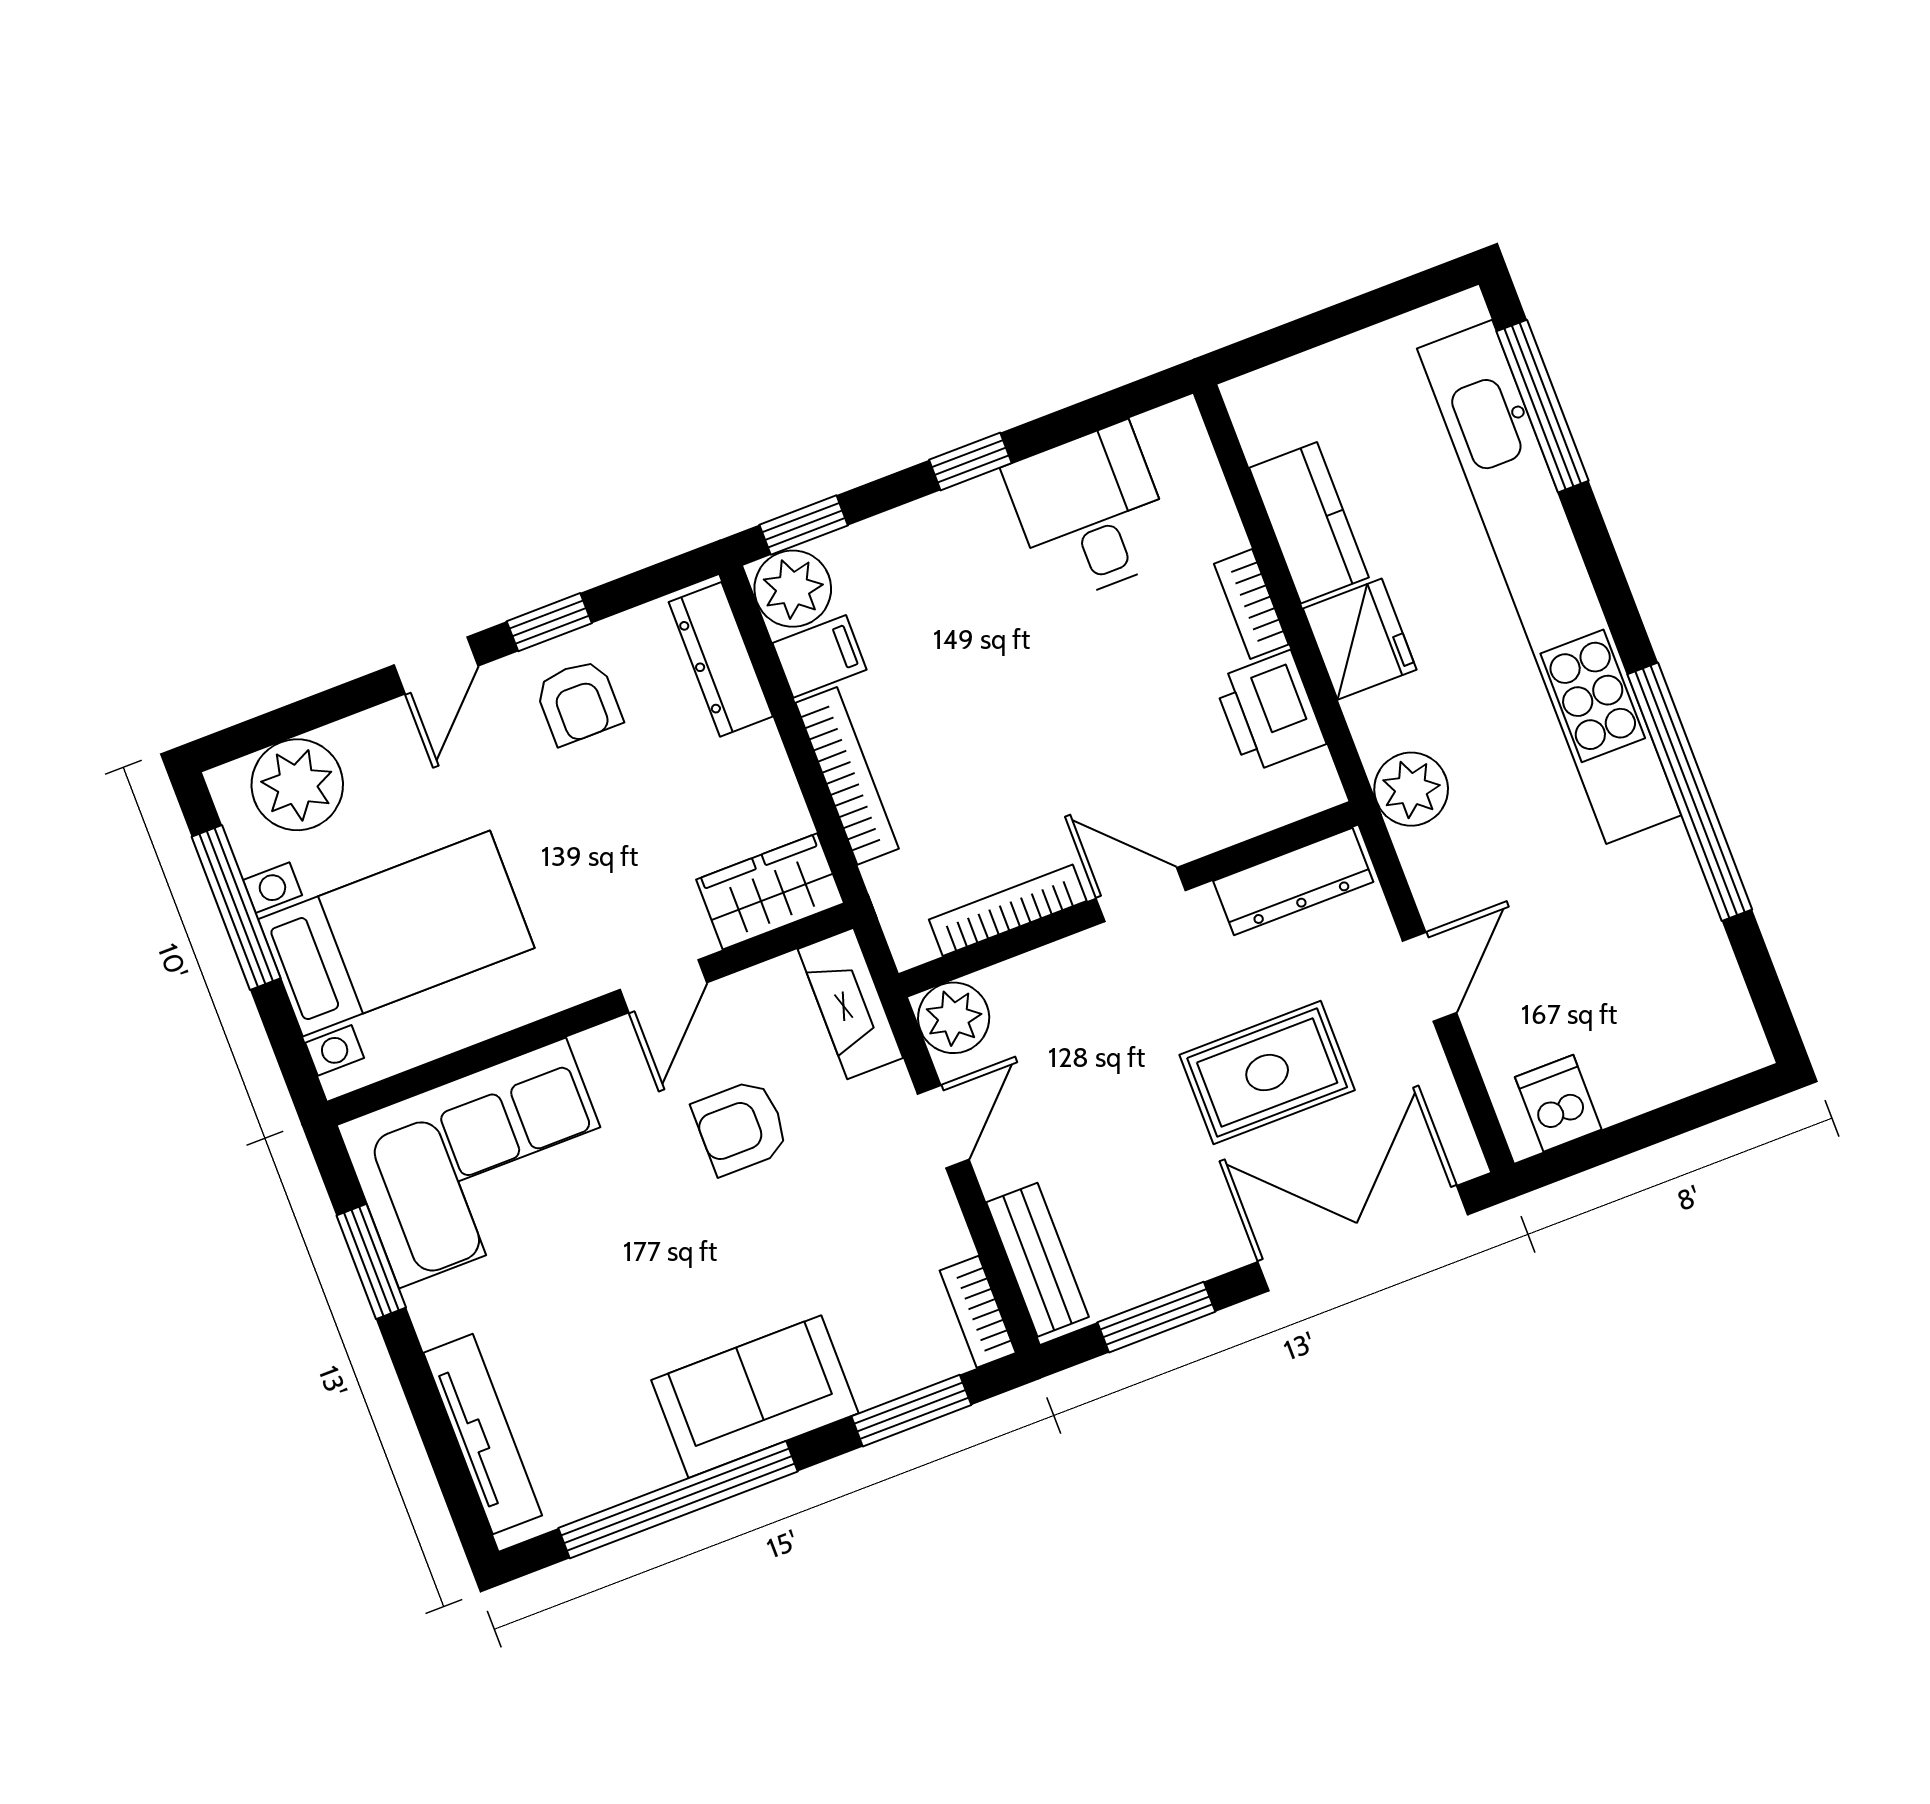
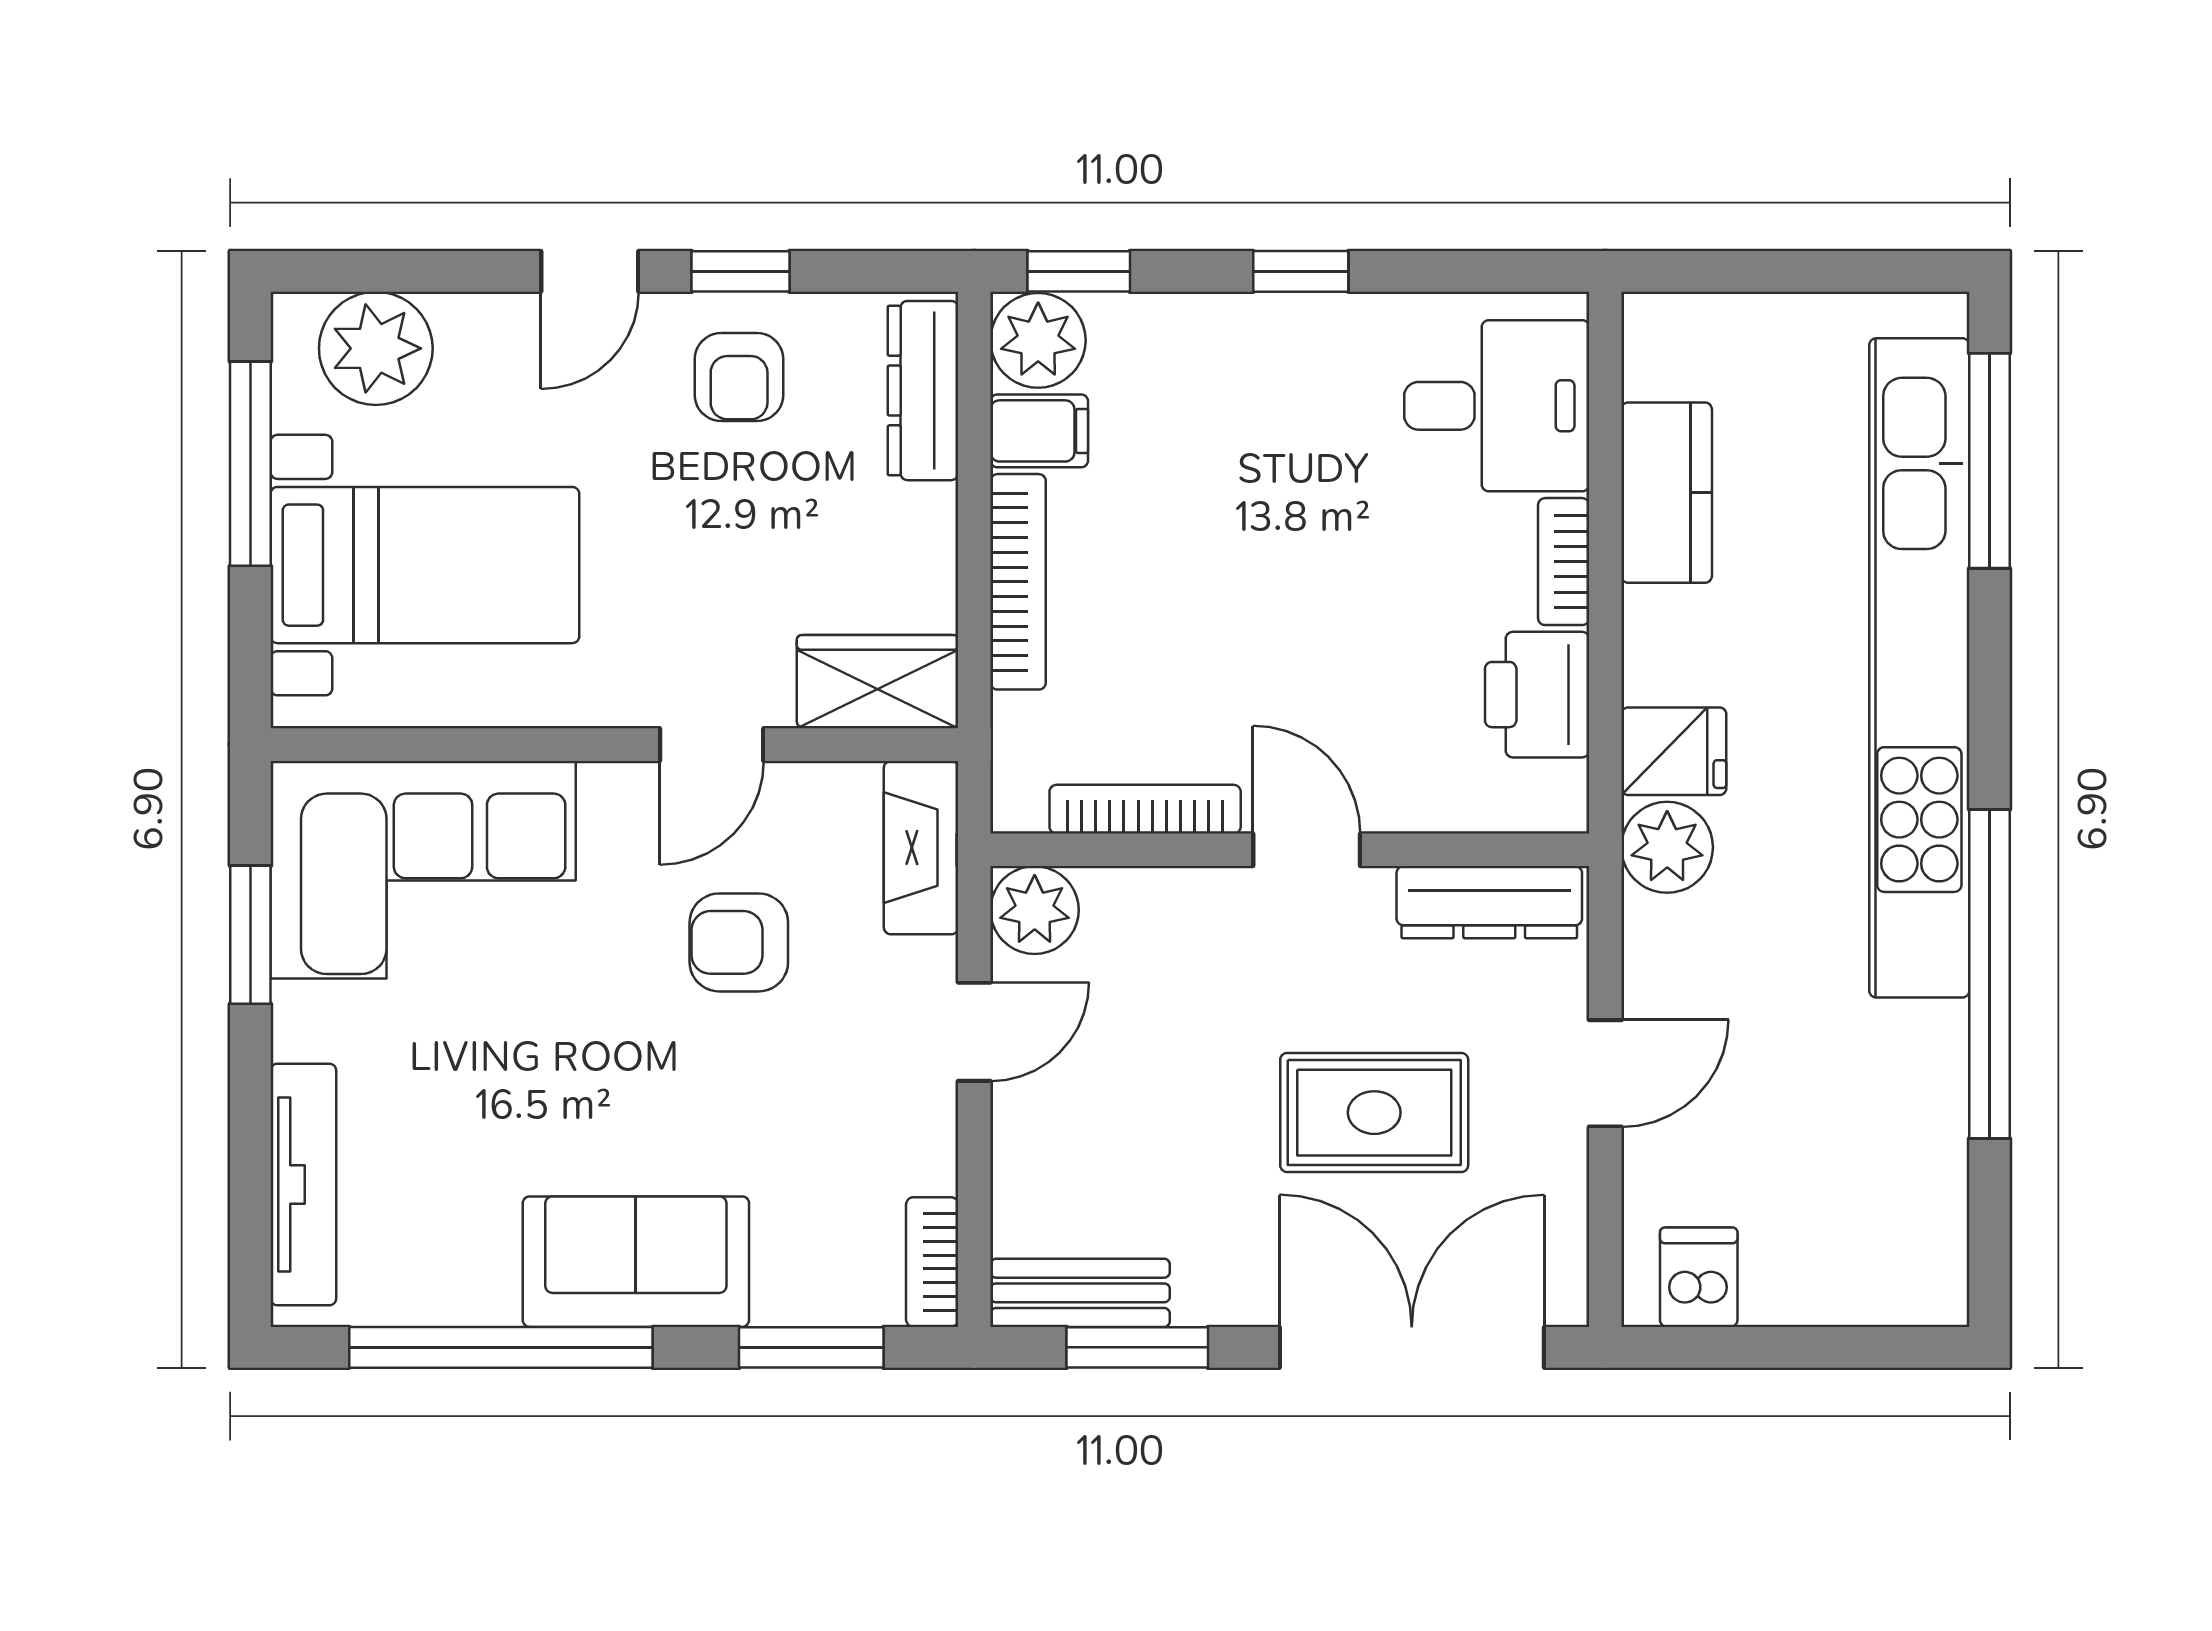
desk: (1090, 513) -> (1497, 406), moved, turned 90
fridge: (1360, 639) -> (1674, 751), moved, width x0.72
bench: (1038, 1260) -> (1080, 1293), moved, turned 90

